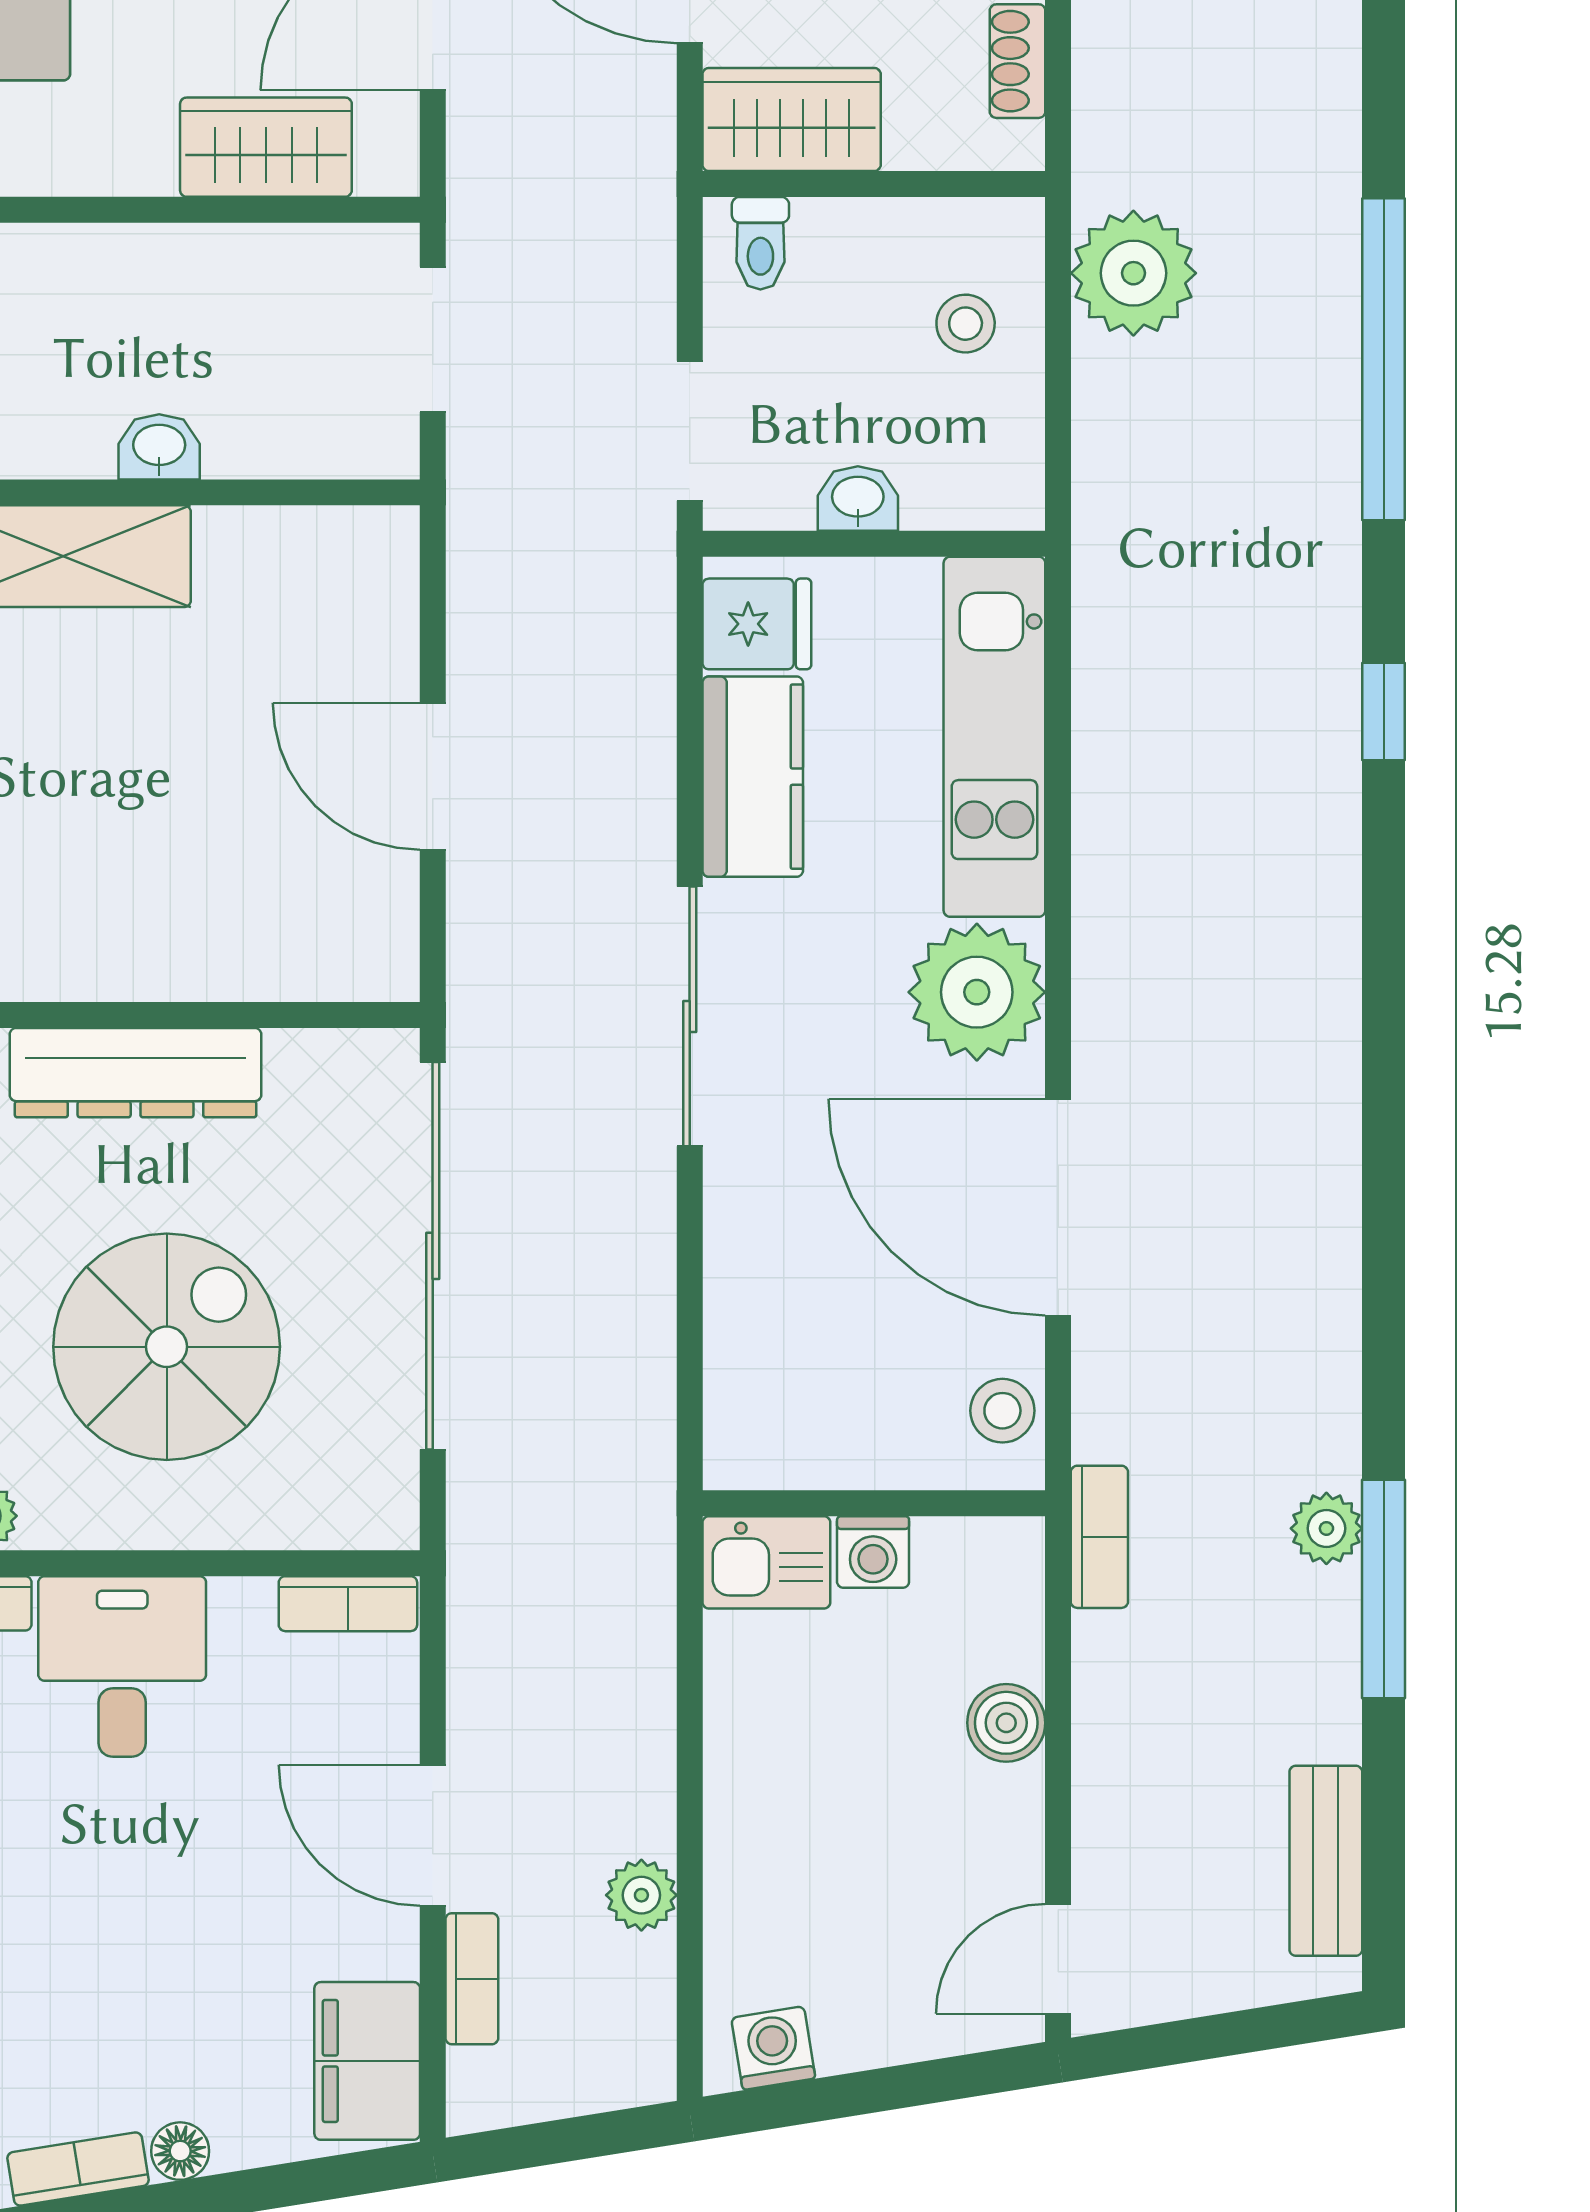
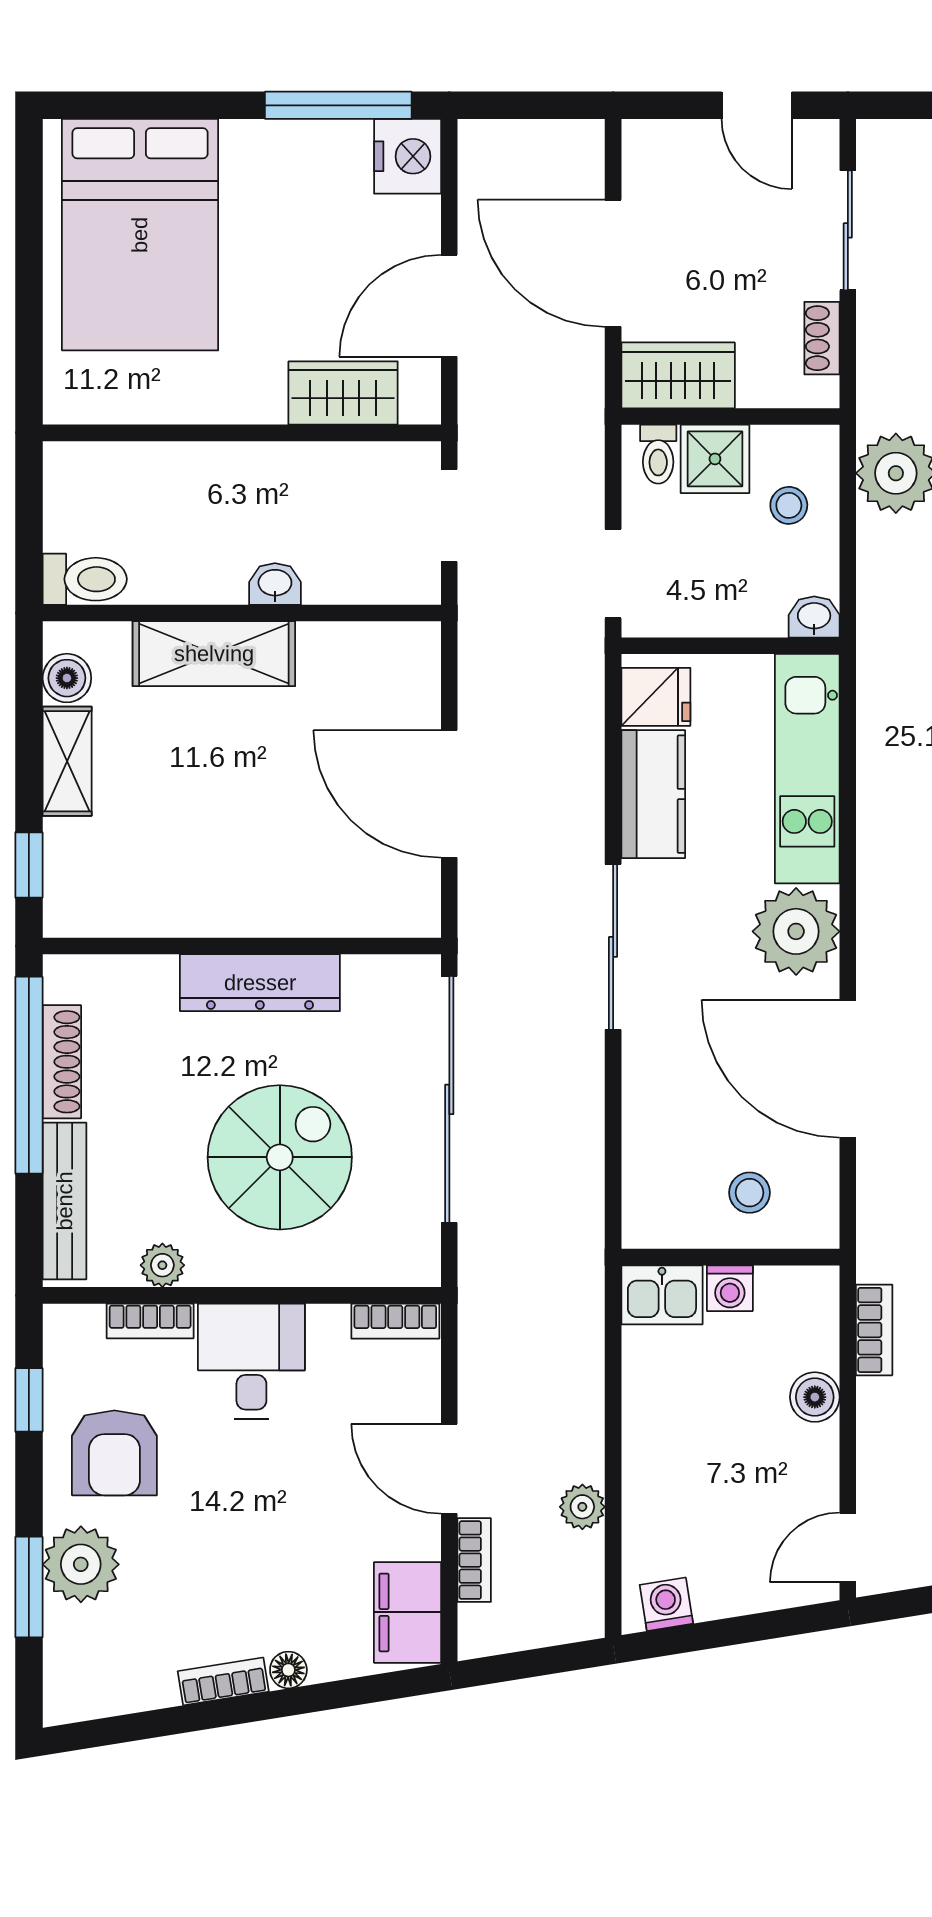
shower: (850, 251) -> (715, 459), added
washbasin: (858, 499) -> (814, 617), moved
door: (433, 776) -> (449, 794), width x1.36
stool: (1002, 1411) -> (750, 1193), moved
bookcase: (1099, 1537) -> (874, 1330), moved

